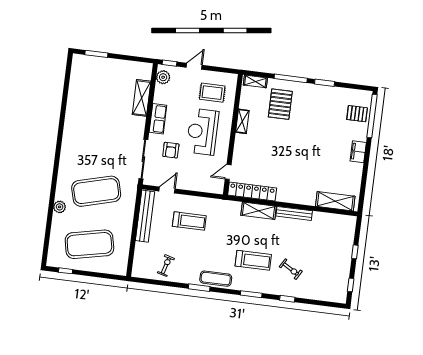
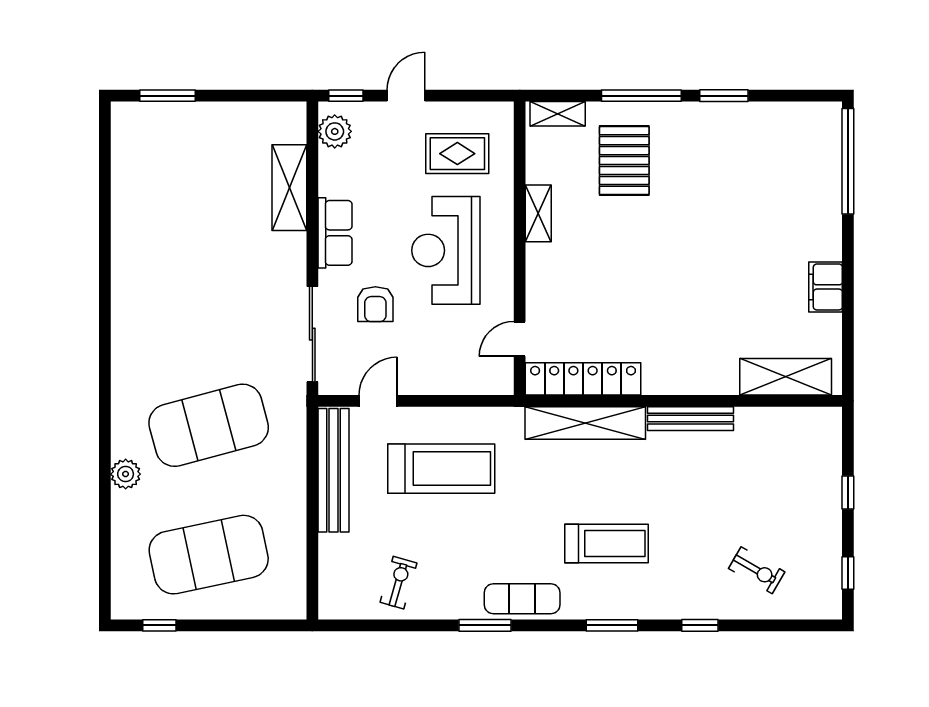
pallet: (357, 114) -> (811, 160), removed
filing cabinet: (358, 152) -> (826, 287), moved
shelving: (259, 211) -> (585, 423), width x1.47
treadmill: (189, 221) -> (441, 469), width x1.37, depth x1.38
exercise bike: (291, 269) -> (757, 570), moved

